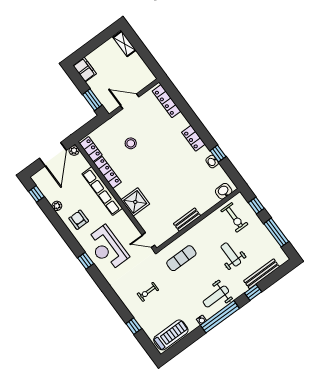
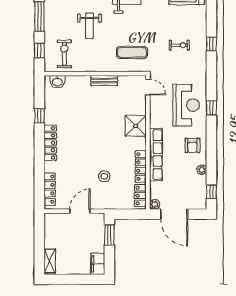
door: (130, 101) -> (80, 211), swing flipped
locker: (193, 138) -> (50, 143), width x1.53
door: (53, 154) -> (174, 214), swing flipped
washbasin: (212, 162) -> (49, 113), removed
window: (134, 326) -> (211, 44), moved

